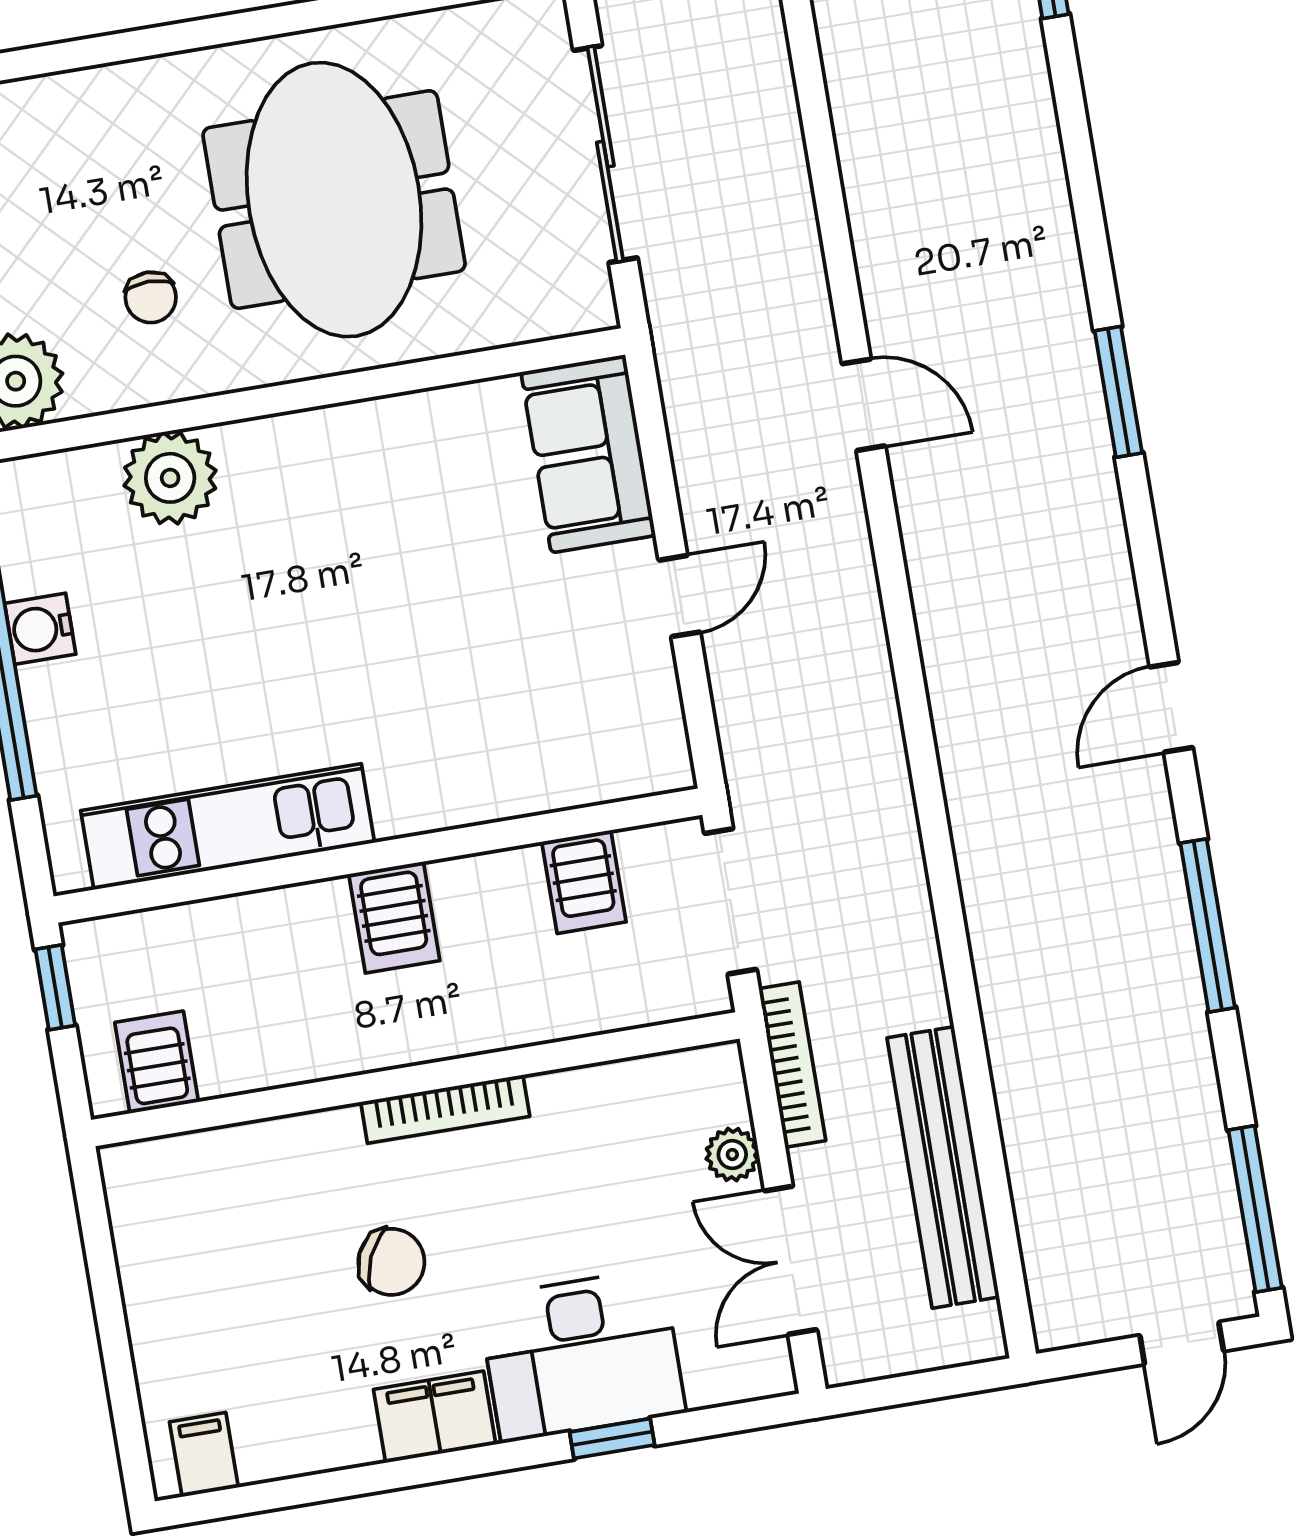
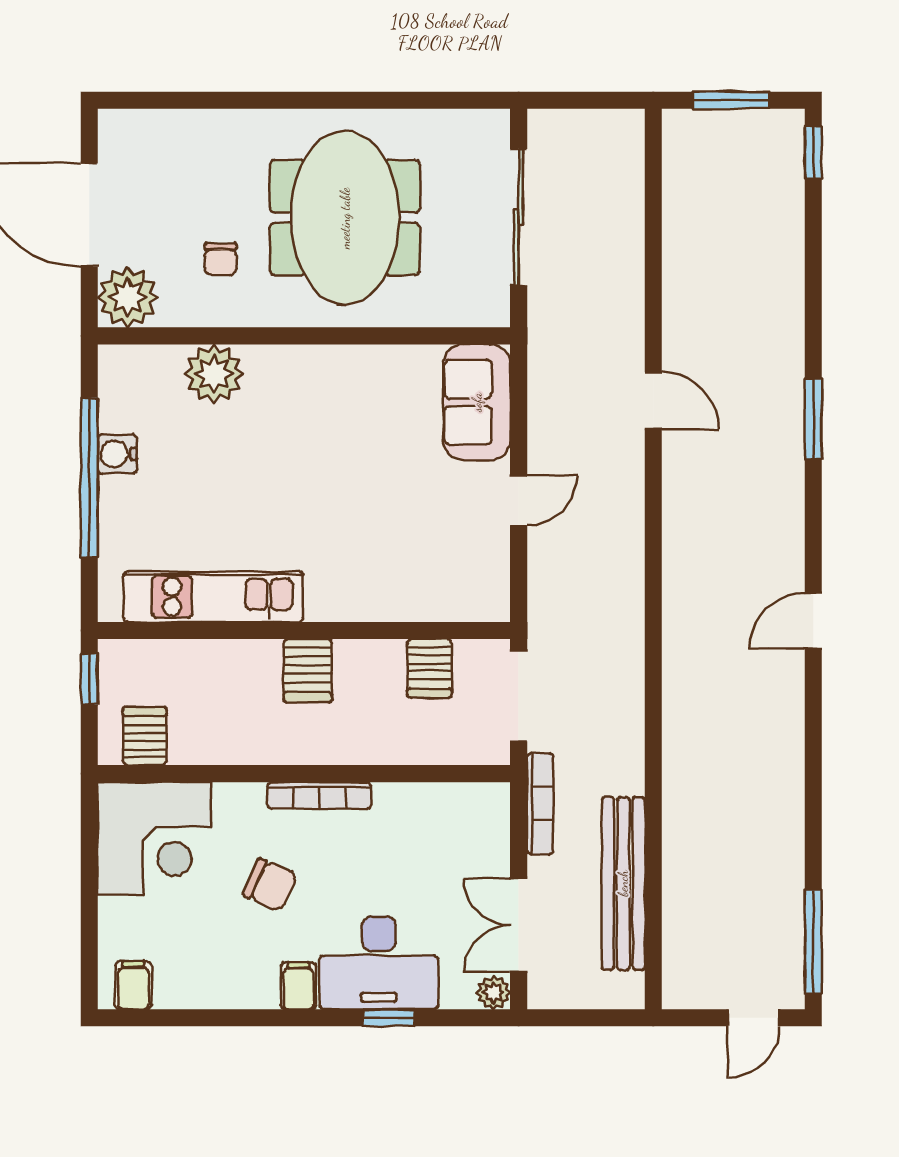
window: (1208, 925) -> (813, 760), removed
plant: (732, 1155) -> (493, 993), moved
corner desk: (198, 1220) -> (154, 839), added
filing cabinet: (435, 1417) -> (298, 986), width x0.50

